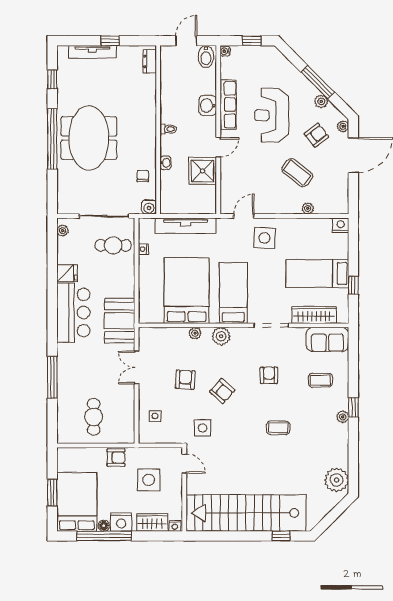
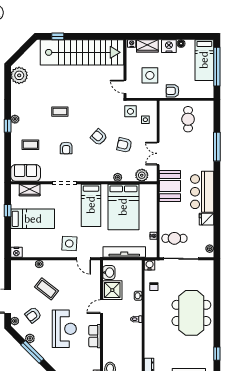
row of seats: (228, 105) -> (95, 336), width x0.68
washbasin: (208, 106) -> (109, 273), moved
window: (52, 139) -> (217, 312), removed
door: (244, 216) -> (84, 259), hinge flipped
wardrobe: (314, 315) -> (30, 190), width x0.67
plant: (221, 336) -> (142, 175), moved
double door: (137, 367) -> (158, 153), swing flipped
armchair: (185, 380) -> (124, 145), turned 100
side table: (203, 428) -> (130, 111), moved
window: (52, 493) -> (217, 67), width x2.11
bed: (77, 502) -> (204, 60), width x0.67
window: (104, 536) -> (181, 36), removed

